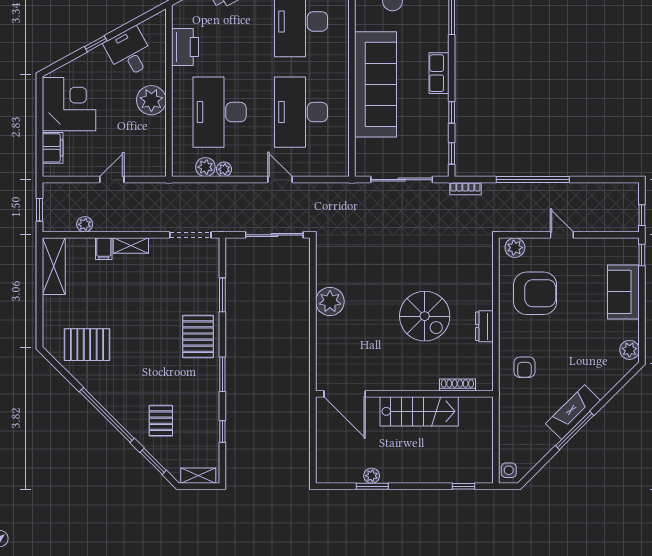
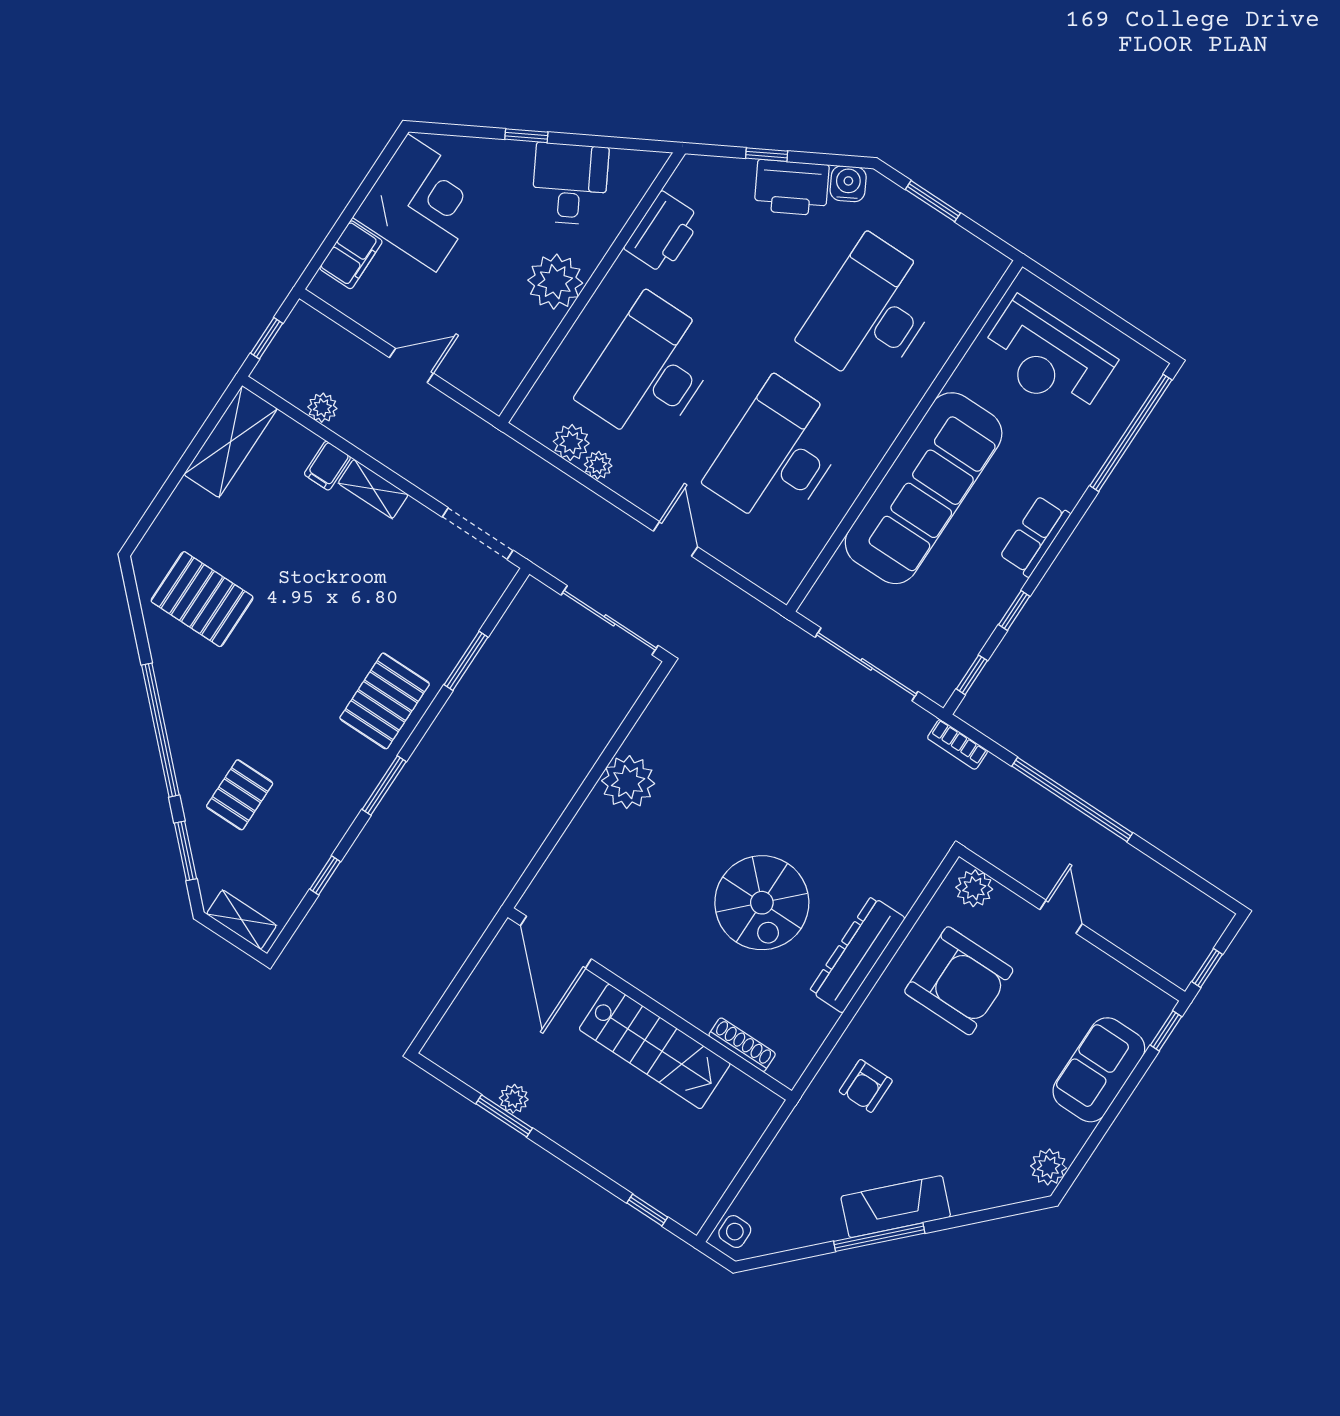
dresser: (484, 326) -> (857, 955), width x1.96, depth x1.24

